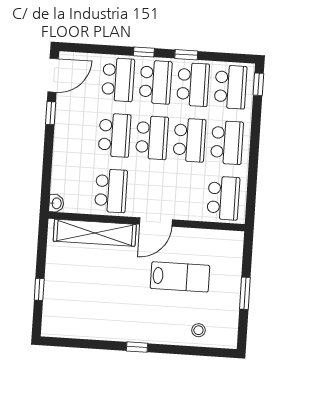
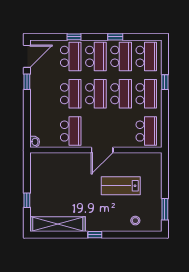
window: (144, 52) -> (74, 37), moved
window: (258, 84) -> (165, 82), moved
shelving: (95, 233) -> (58, 224), moved
lab bench: (180, 277) -> (121, 186), turned 180
window: (245, 293) -> (165, 209), moved

